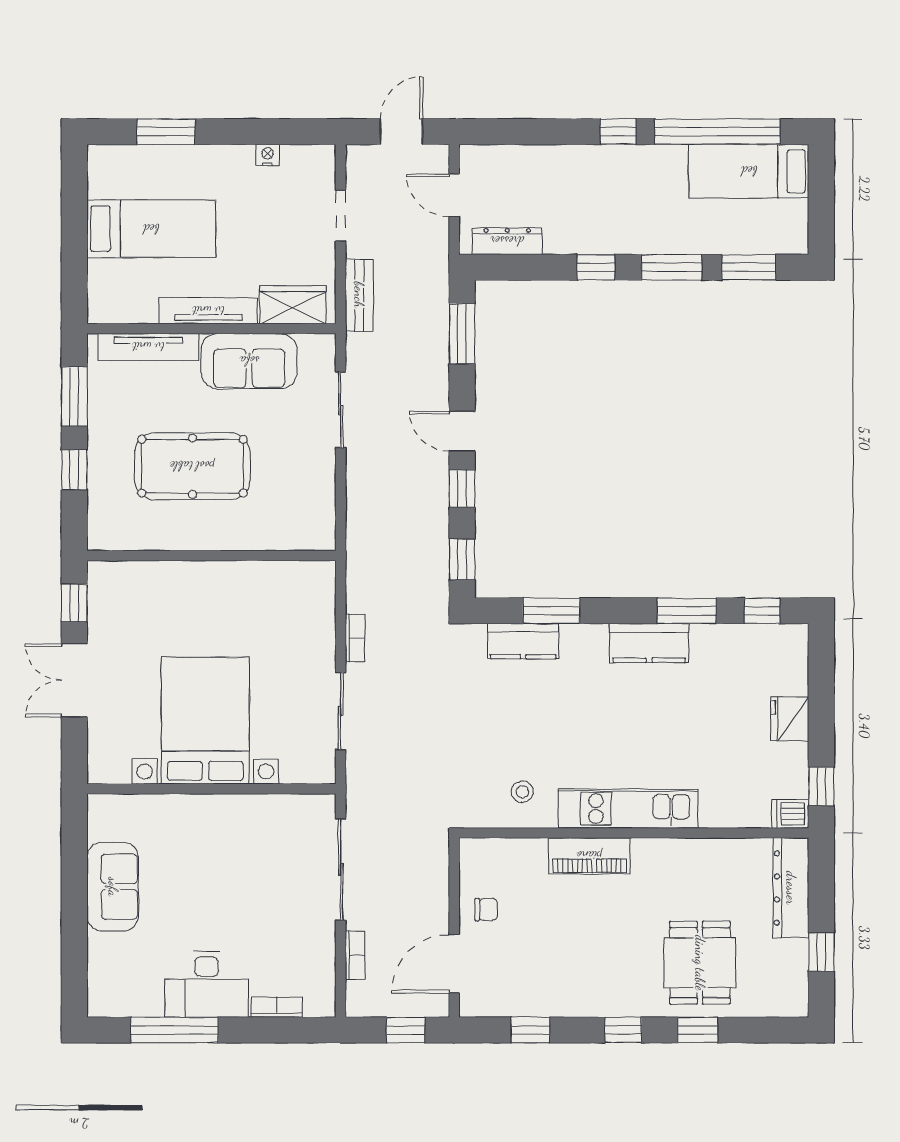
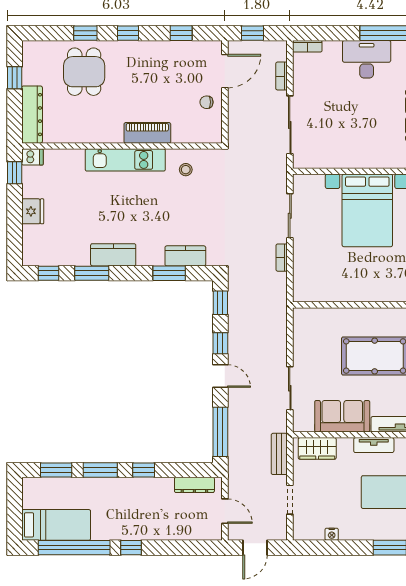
tv unit: (208, 311) -> (374, 445), width x0.71
window: (462, 334) -> (220, 432), width x1.44
bookcase: (277, 1007) -> (307, 46), moved

